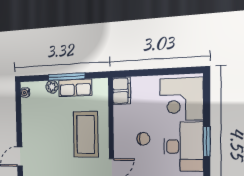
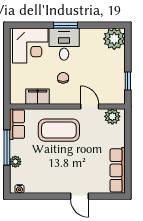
row of seats: (75, 88) -> (17, 124), moved
filing cabinet: (122, 91) -> (38, 97), moved
desk: (183, 146) -> (64, 44), width x0.73

